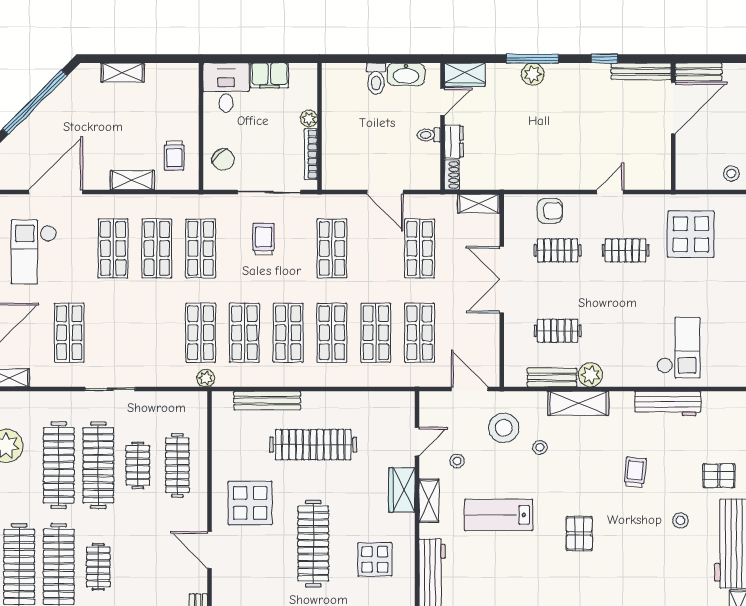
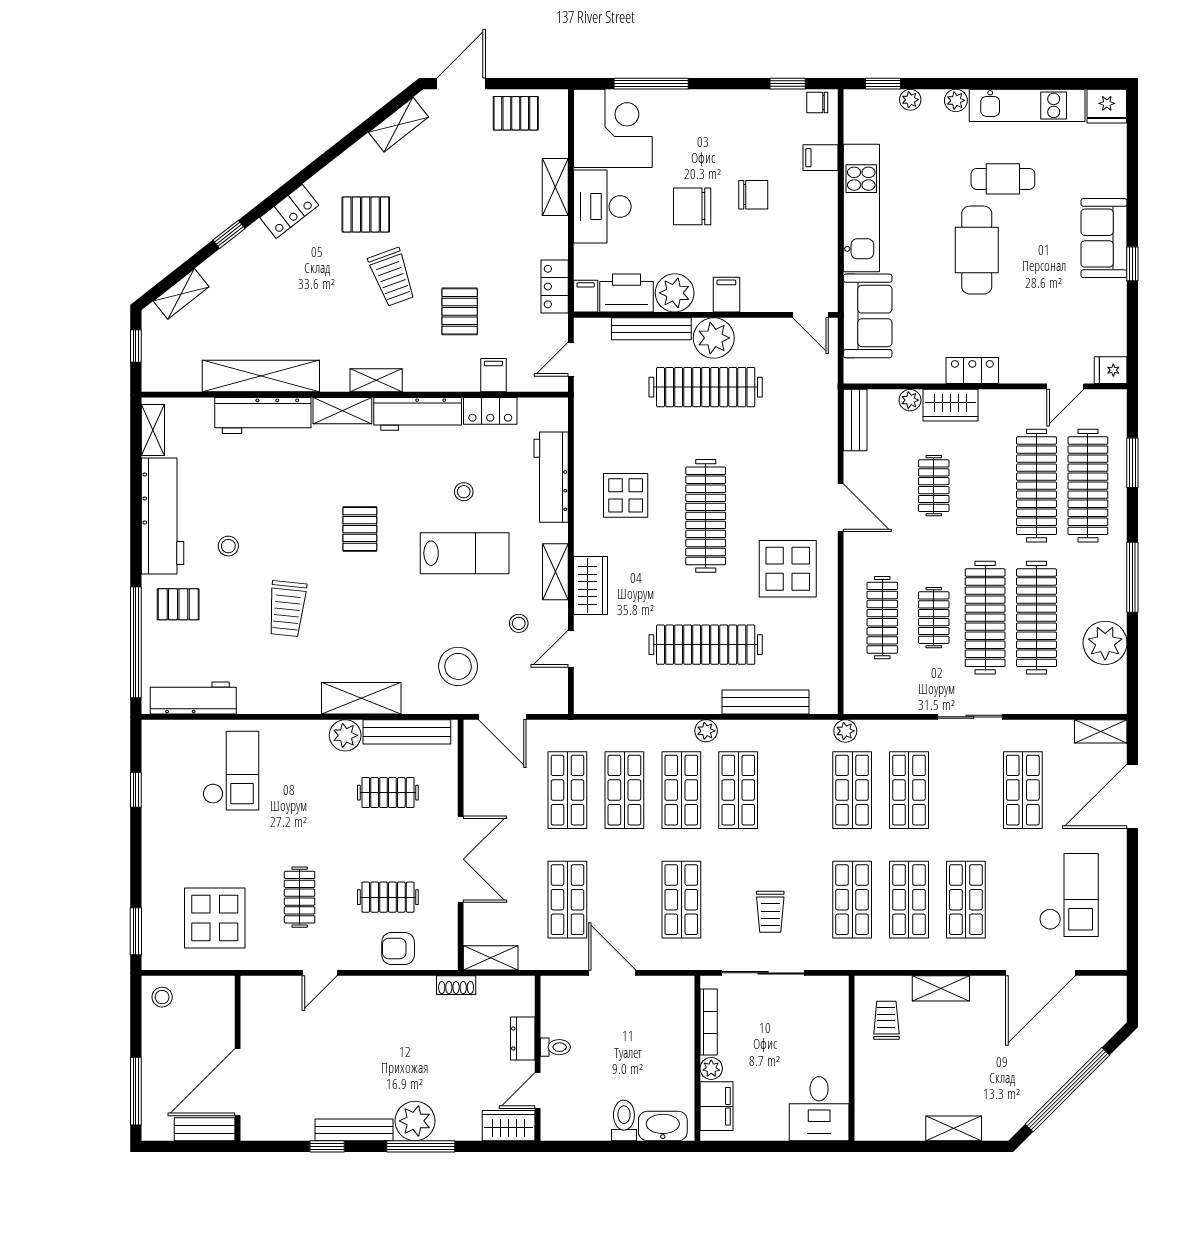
bench: (641, 71) -> (354, 1130), moved
washbasin: (406, 74) -> (663, 1126), moved
plant: (533, 74) -> (415, 1121), width x1.36, depth x1.36
filing cabinet: (269, 75) -> (716, 1106), moved, turned 90
chair: (223, 159) -> (823, 1015), removed
shoe rack: (452, 175) -> (456, 985), moved, turned -90
clothes rail: (626, 250) -> (300, 897), turned 90
shop shelf: (244, 333) -> (909, 790), moved
checkout: (678, 348) -> (231, 771), turned 180
plant: (313, 378) -> (706, 731), added
bench: (552, 378) -> (407, 732), width x1.36
workbench: (668, 404) -> (193, 698), moved
stool: (540, 447) -> (464, 492), moved
trolley: (635, 472) -> (287, 609), width x1.36, depth x1.39
clothes rail: (98, 567) -> (934, 486), moved

